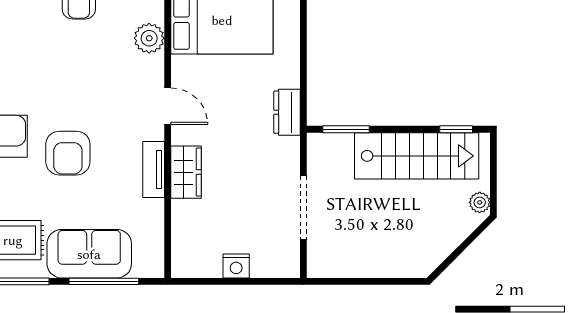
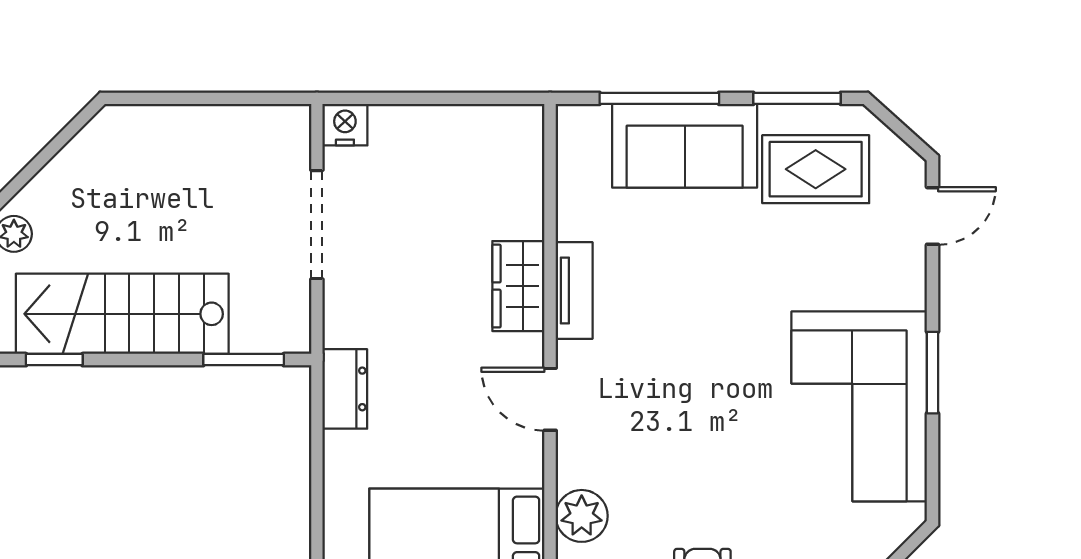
armchair: (68, 153) -> (721, 319), removed
nightstand: (236, 266) -> (345, 125), moved

